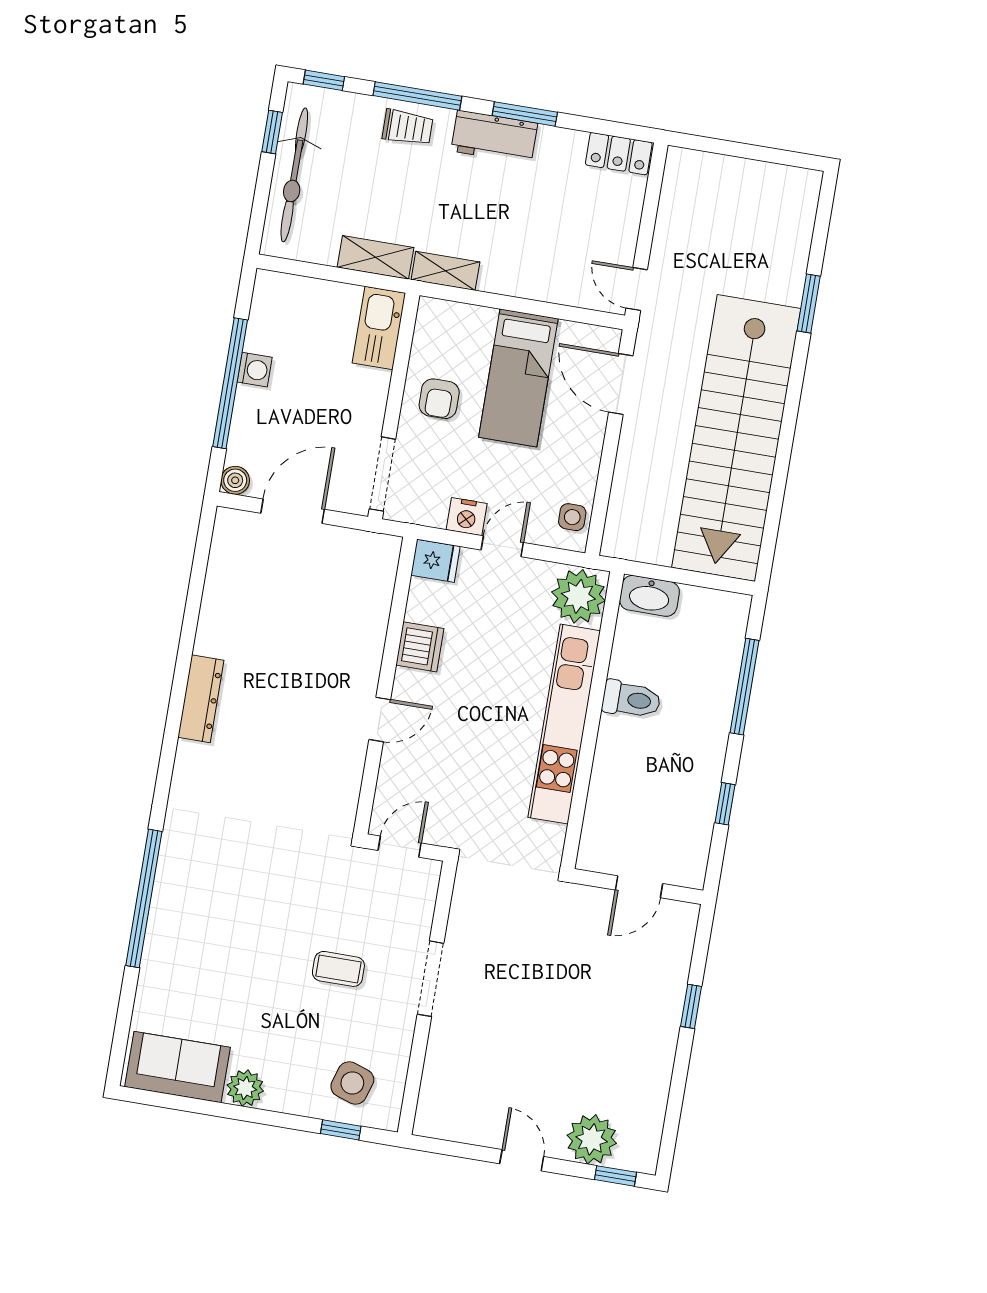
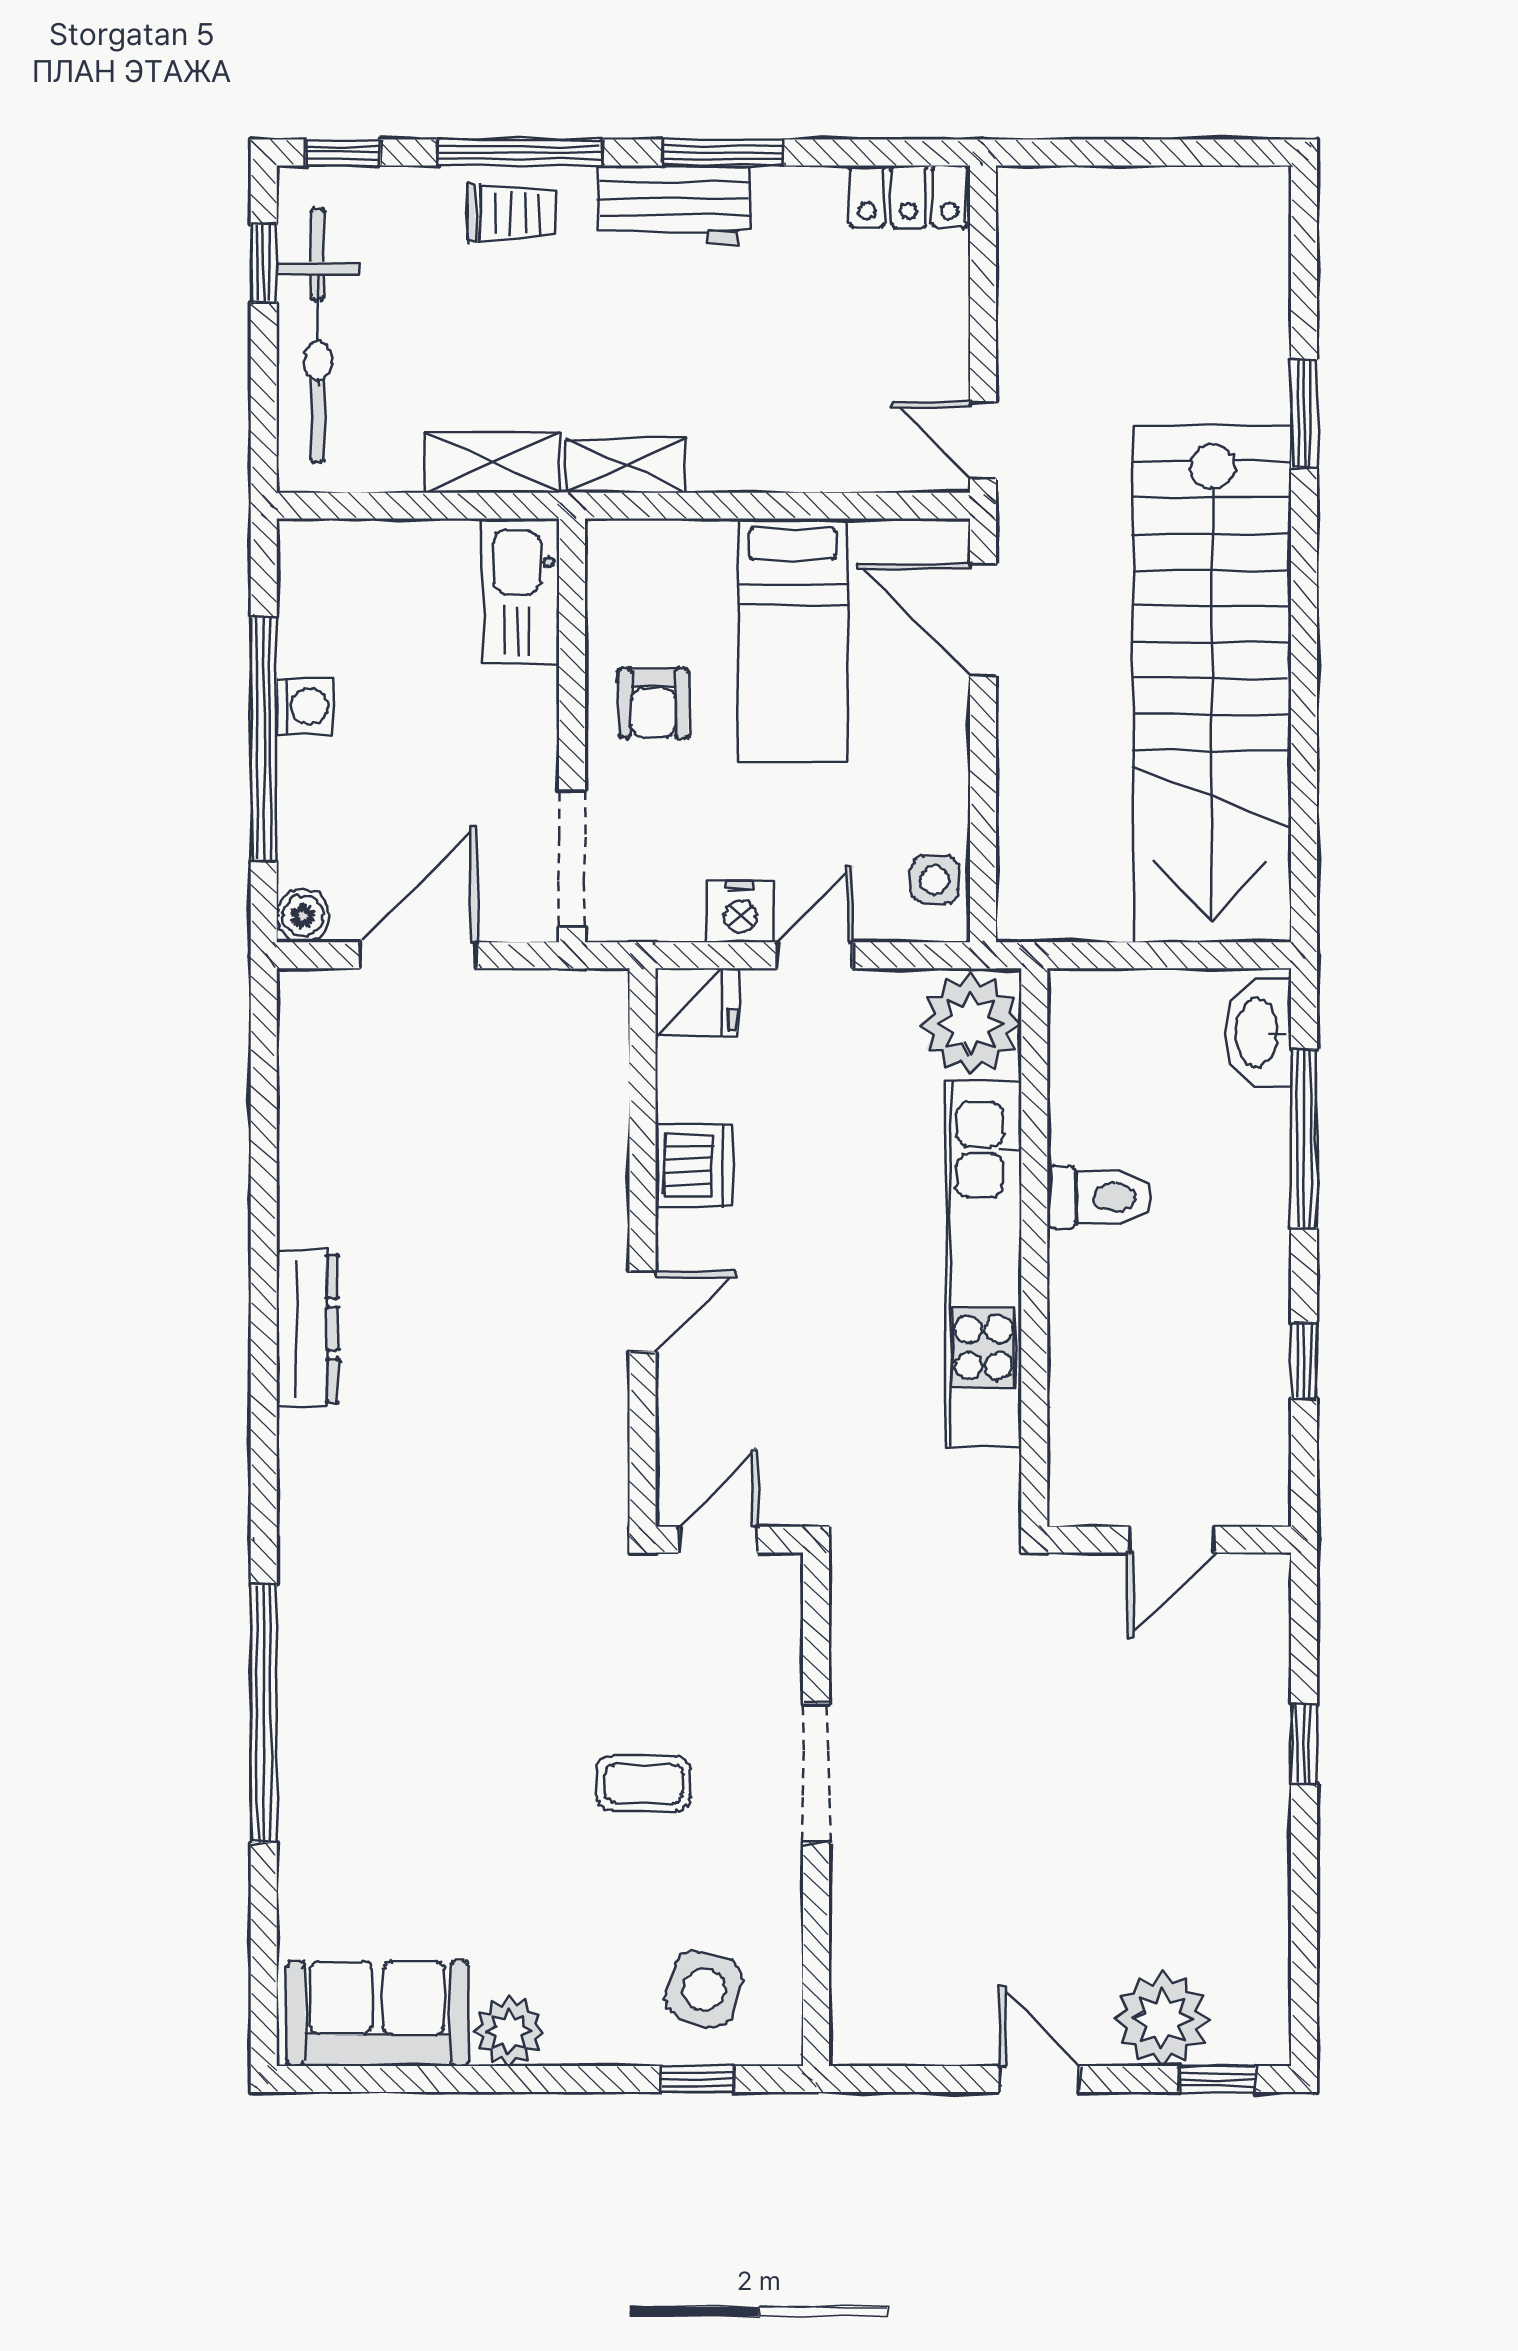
washbasin: (649, 596) -> (1258, 1032), moved, turned 90

